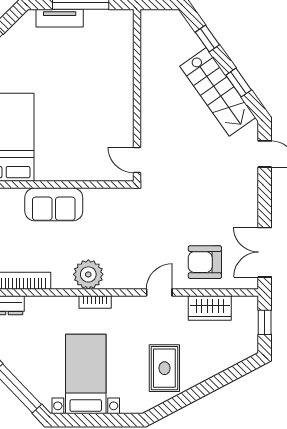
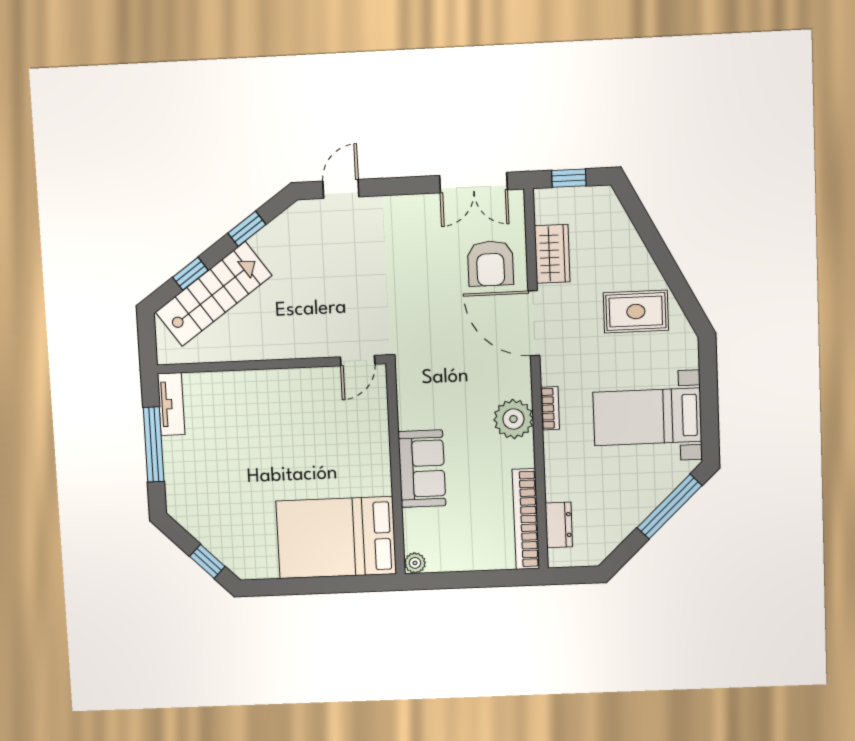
tv unit: (60, 18) -> (171, 404), moved
stairs: (218, 92) -> (214, 294), moved
door: (159, 292) -> (534, 323), width x1.87

